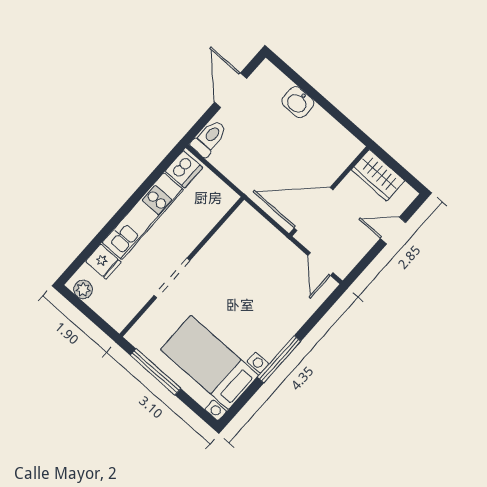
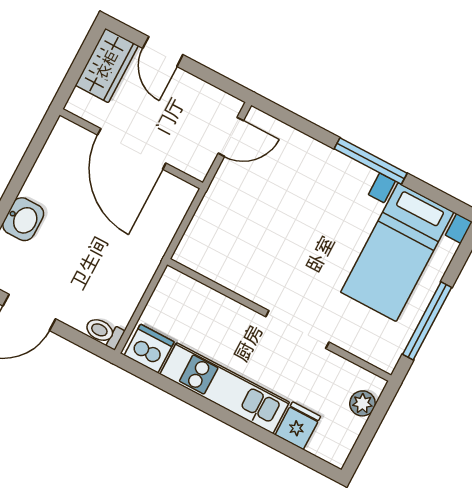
toilet: (209, 138) -> (104, 332), width x0.73, depth x0.72
wardrobe: (378, 175) -> (107, 65), moved
door: (314, 209) -> (132, 149), moved
plant: (83, 290) -> (362, 403), moved

